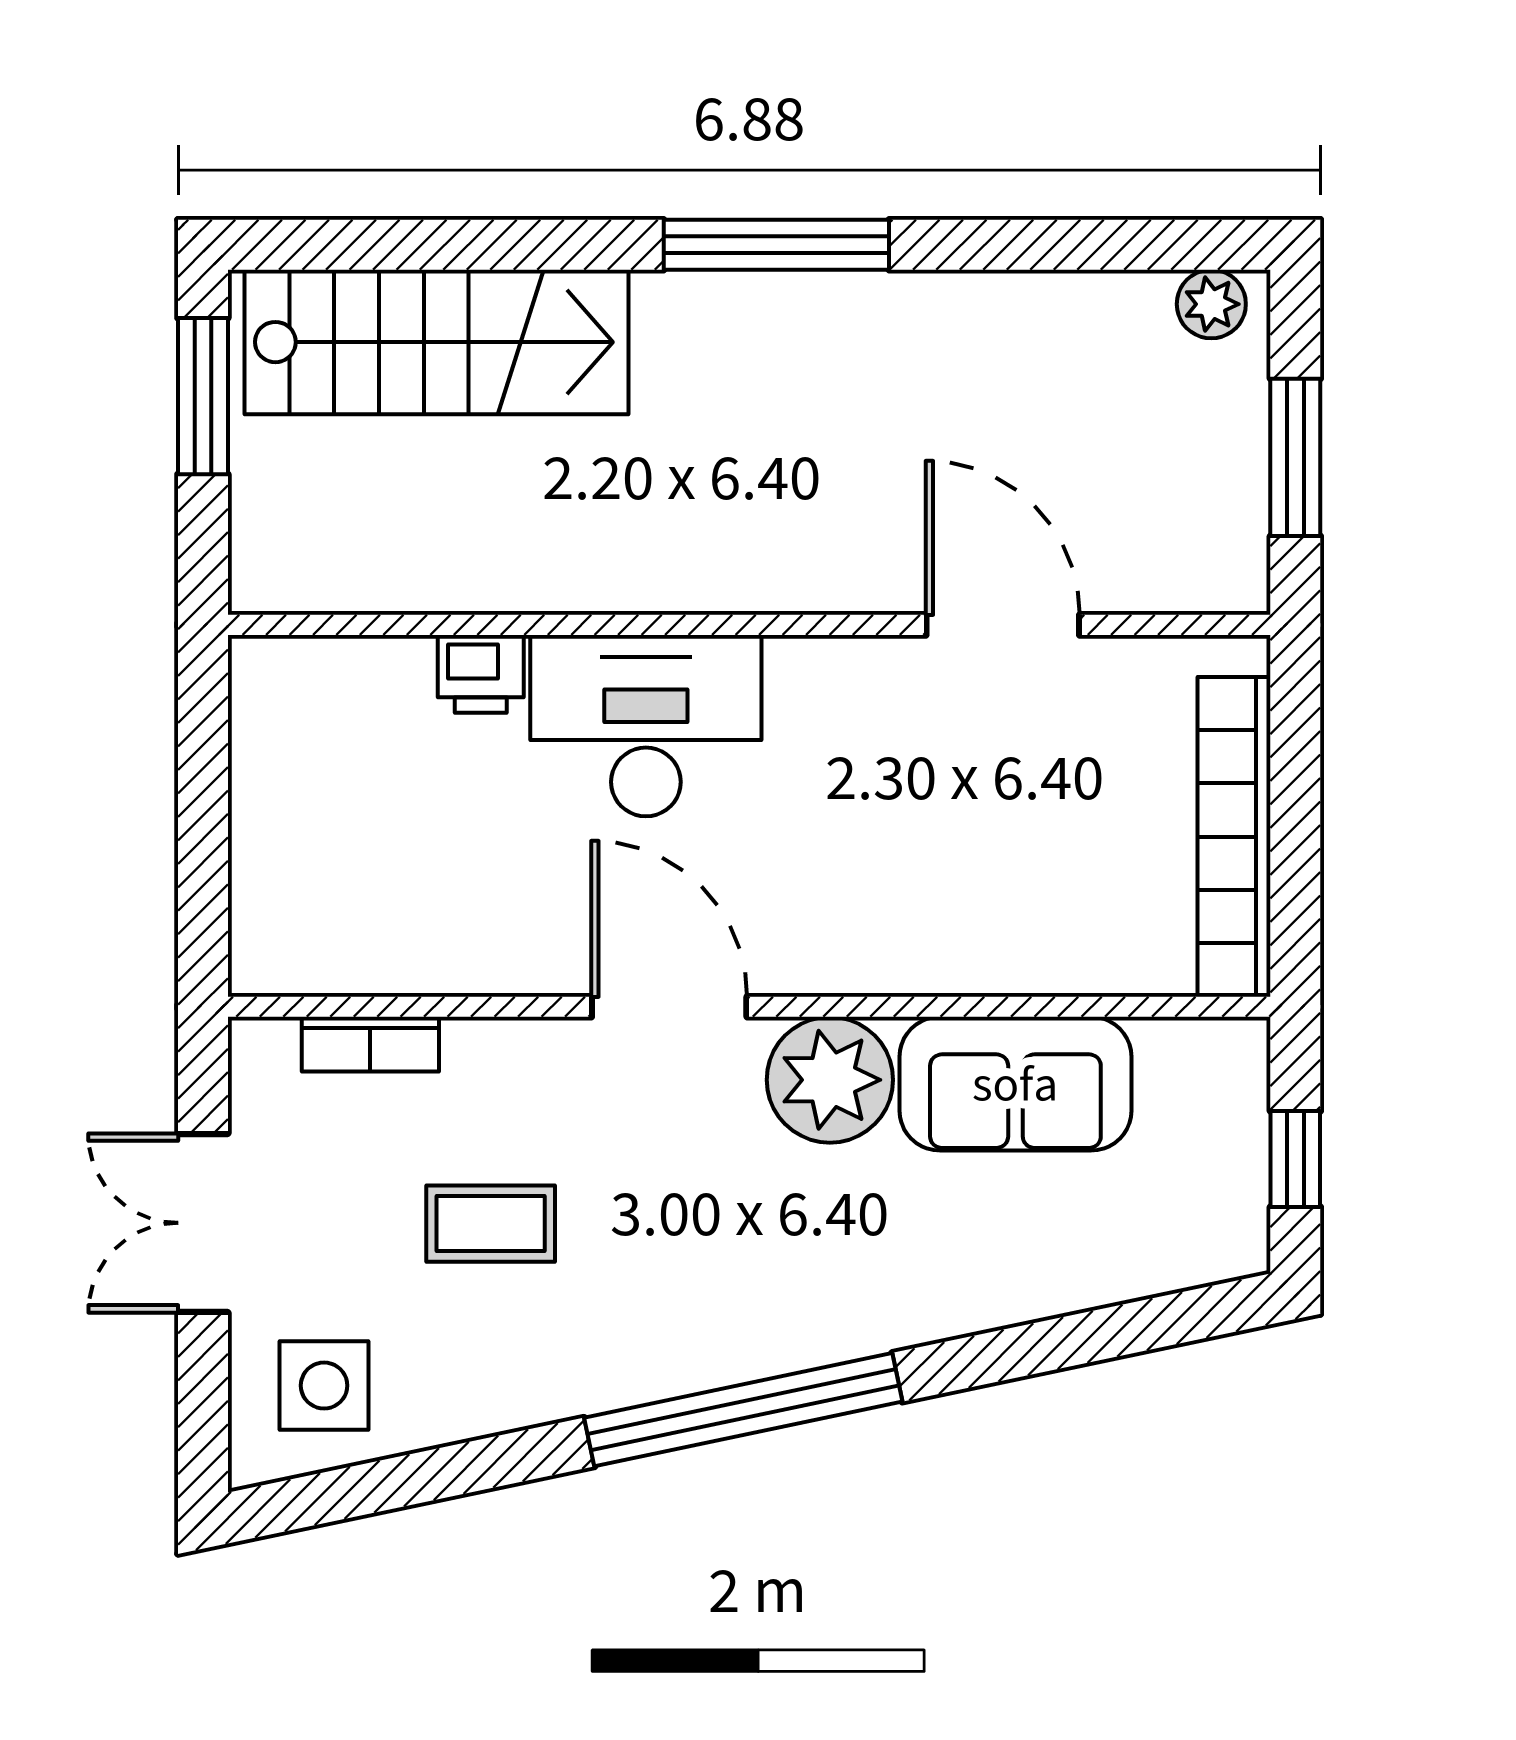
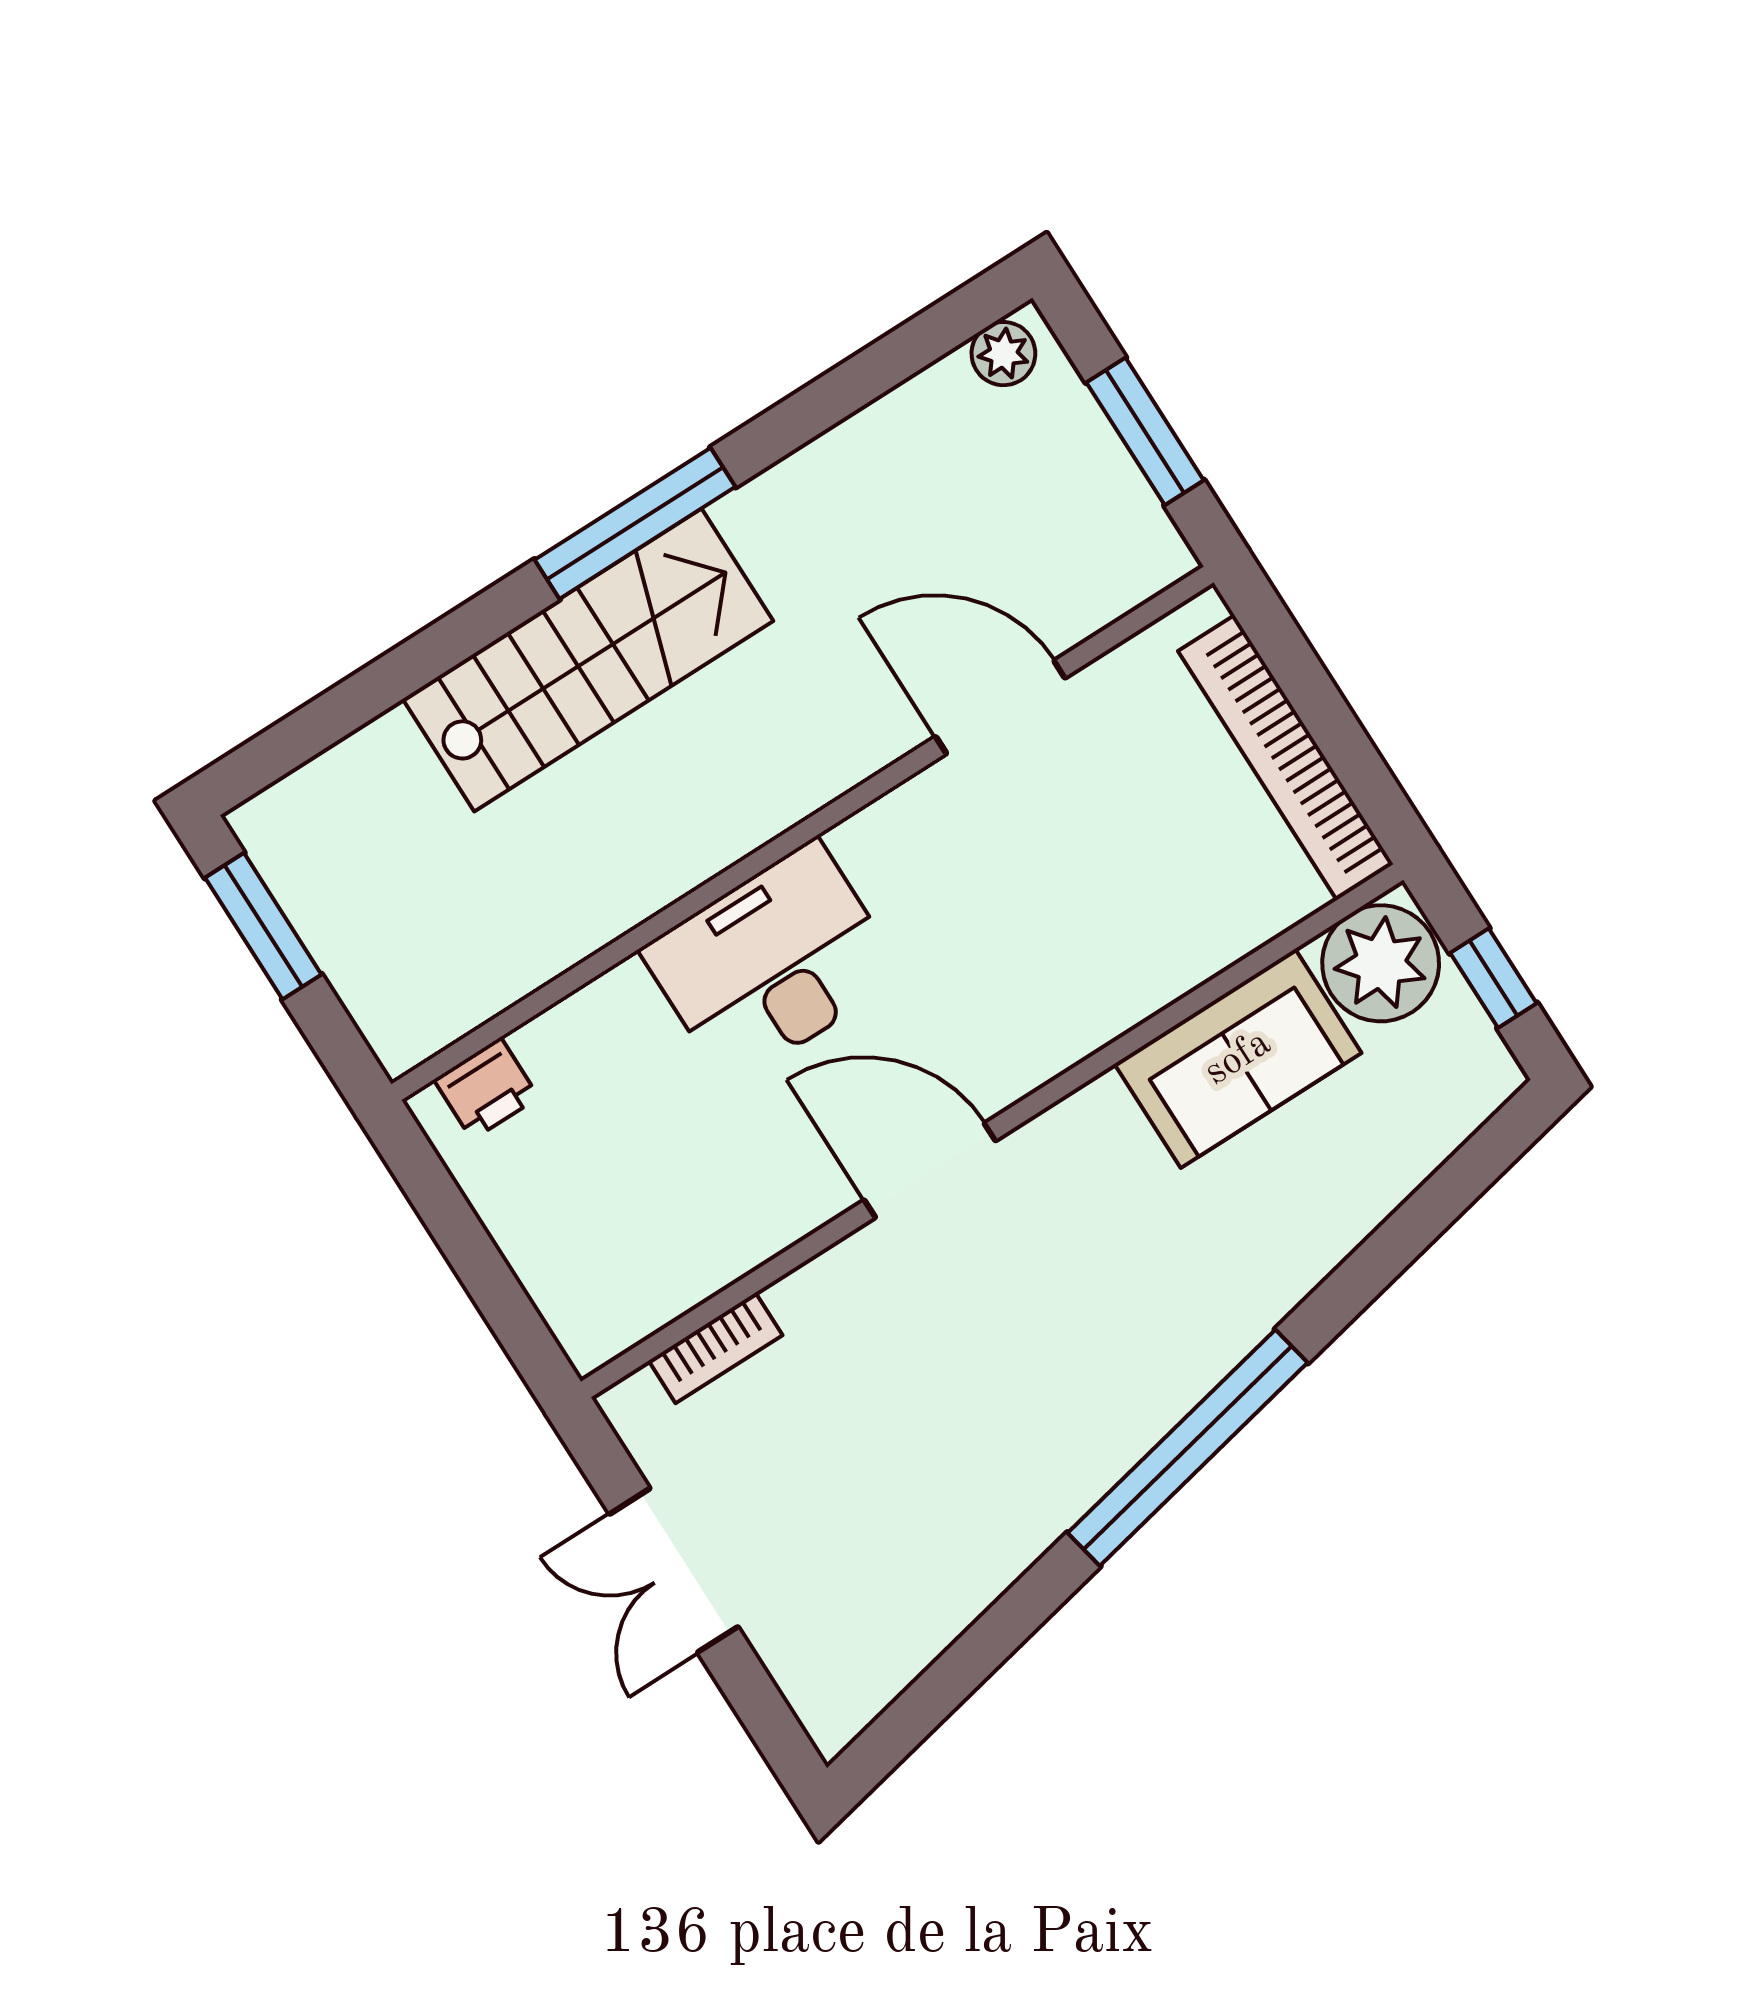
stairs: (436, 342) -> (588, 660), moved
printer: (481, 674) -> (486, 1088), moved
plant: (830, 1080) -> (1381, 963), moved
coffee table: (491, 1224) -> (898, 1428), removed
side table: (324, 1386) -> (849, 1637), removed

